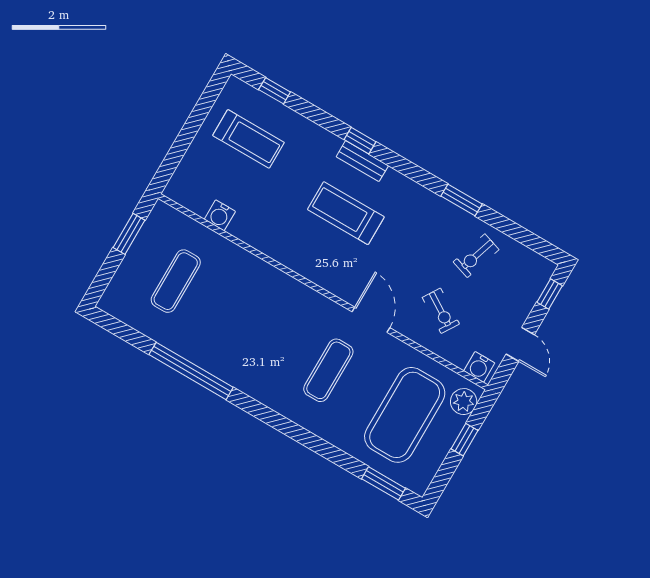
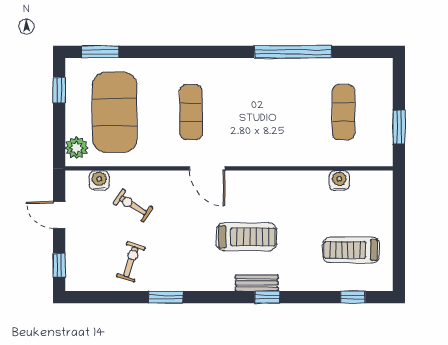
door: (371, 320) -> (207, 168), moved
water cooler: (479, 367) -> (99, 180), moved
window: (465, 440) -> (59, 90), moved

